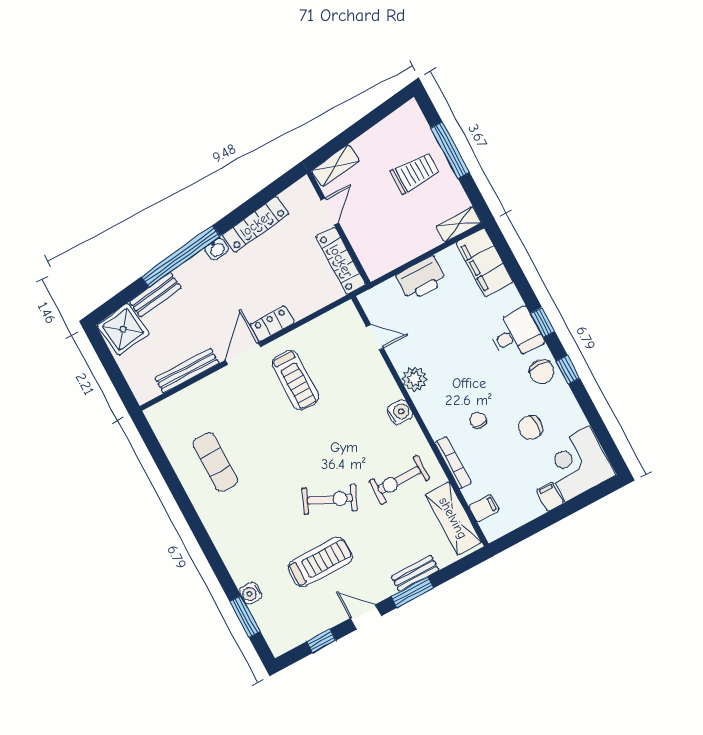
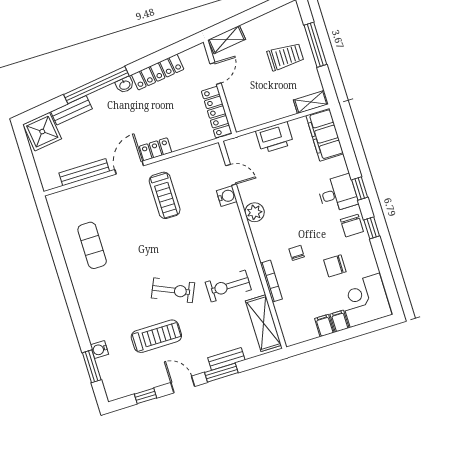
water cooler: (400, 412) -> (227, 196), moved
filing cabinet: (484, 508) -> (324, 325), moved, turned -90

